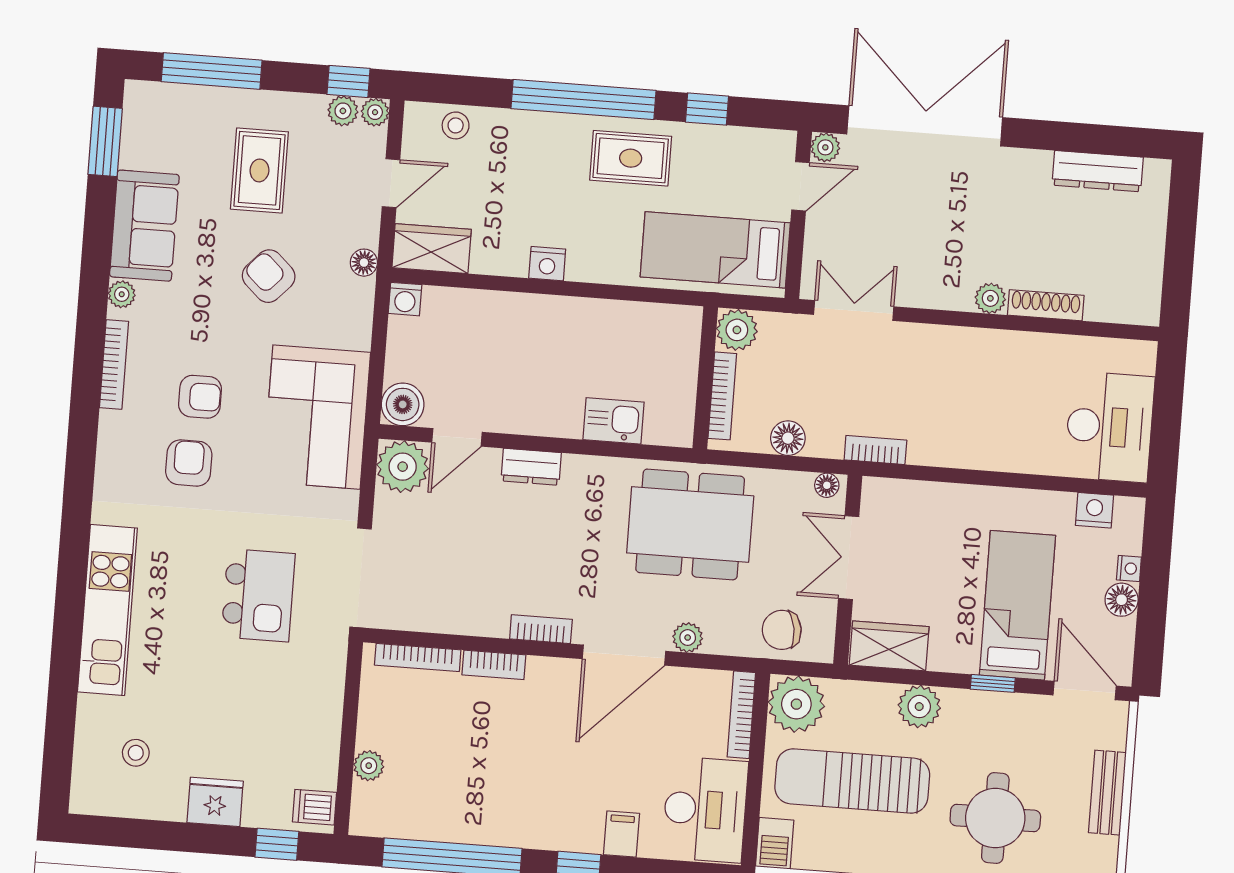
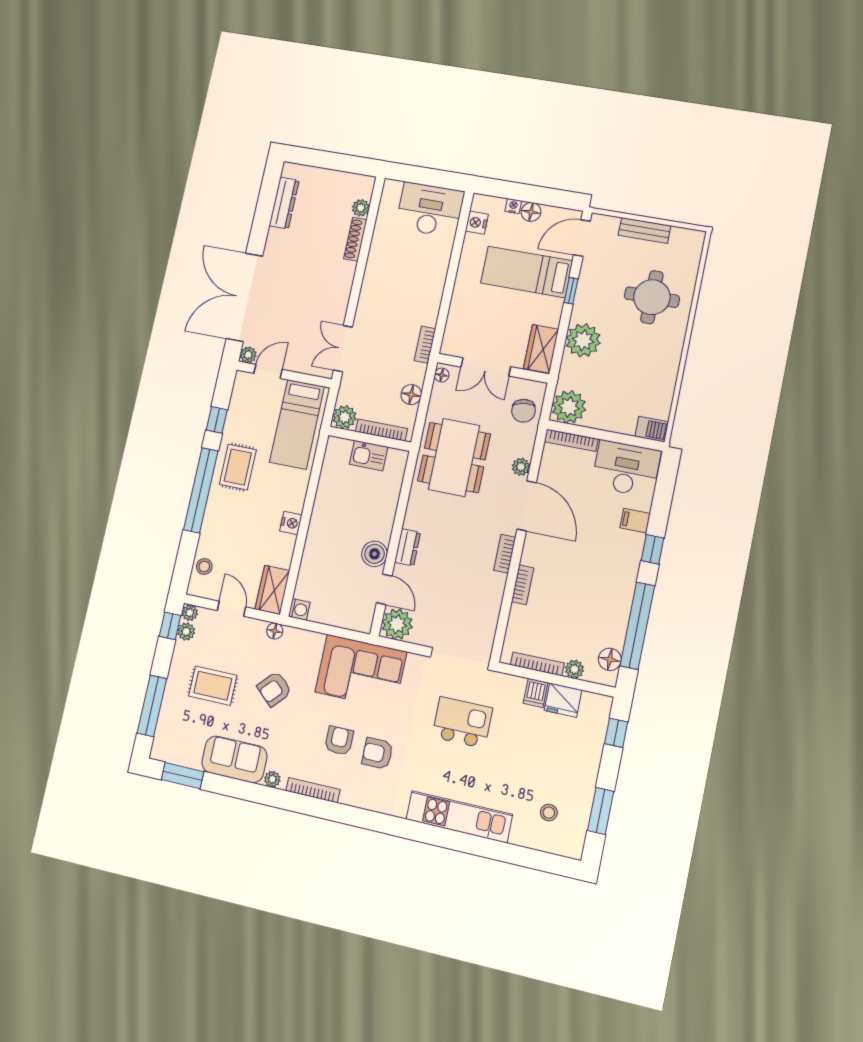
door: (800, 186) -> (268, 371), hinge flipped
plant: (990, 298) -> (361, 208), moved
boiler: (403, 404) -> (374, 554), moved
kitchen sink: (614, 421) -> (369, 456), moved, turned -90
bookcase: (418, 657) -> (537, 664), moved, turned -90
plant: (919, 707) -> (583, 340), width x1.36, depth x1.36
sun lounger: (852, 781) -> (619, 379), removed
fridge: (215, 802) -> (563, 700), moved, turned -90
dishwasher: (315, 807) -> (536, 693), moved
floor lamp: (392, 820) -> (610, 659), added
window: (151, 834) -> (601, 811), added

